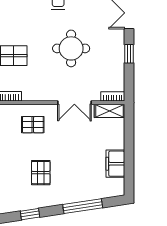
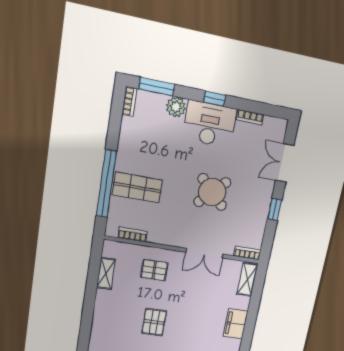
round table: (71, 48) -> (212, 192), turned 45
shelving: (109, 111) -> (247, 280), moved, turned 90

